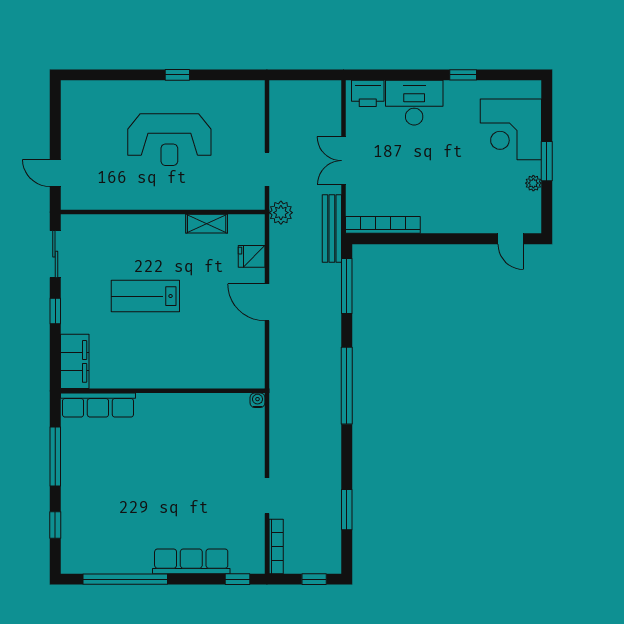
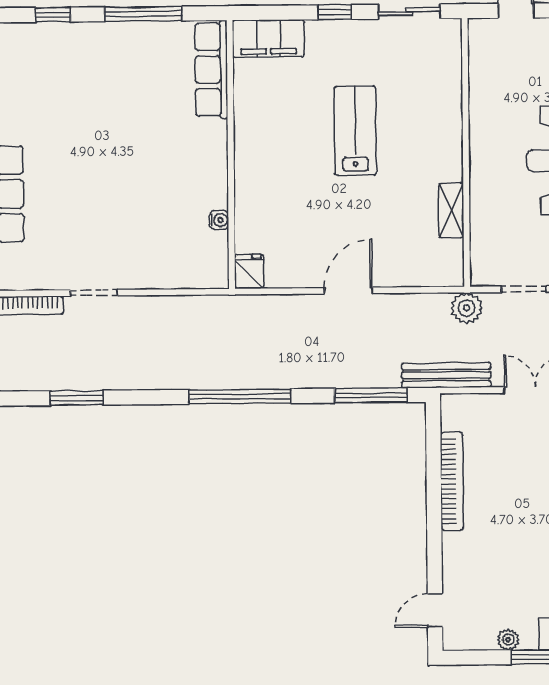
bookcase: (383, 225) -> (452, 481), moved
fridge: (252, 256) -> (249, 271), moved
water cooler: (258, 400) -> (219, 220), moved

